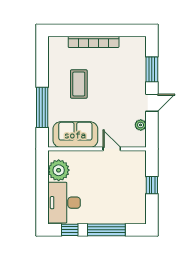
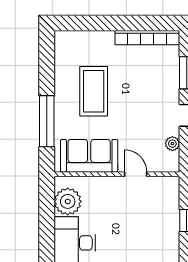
bookcase: (94, 42) -> (147, 38), moved
coffee table: (79, 84) -> (94, 91), width x1.36, depth x1.32

